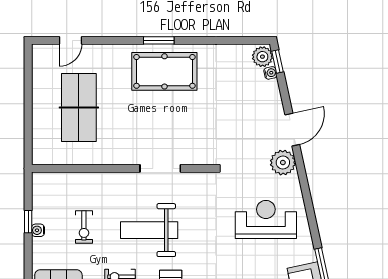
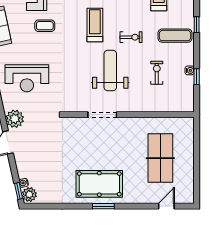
weight bench: (149, 230) -> (110, 71), turned -90

